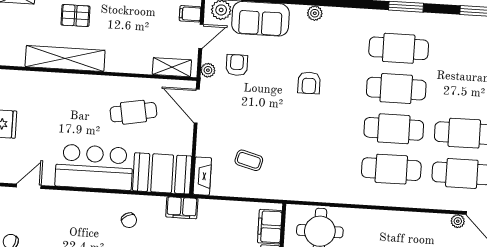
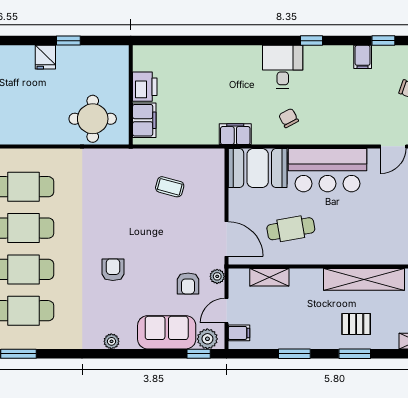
shelving: (172, 67) -> (269, 277), moved
fireplace: (202, 176) -> (216, 168), removed

